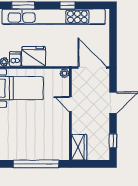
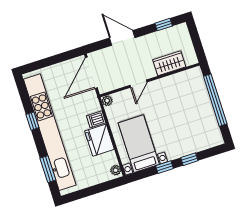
dishwasher: (15, 59) -> (96, 119), moved
wardrobe: (79, 147) -> (169, 63), moved

